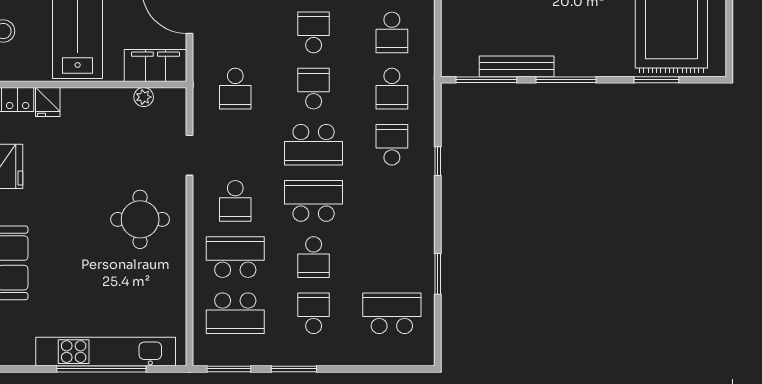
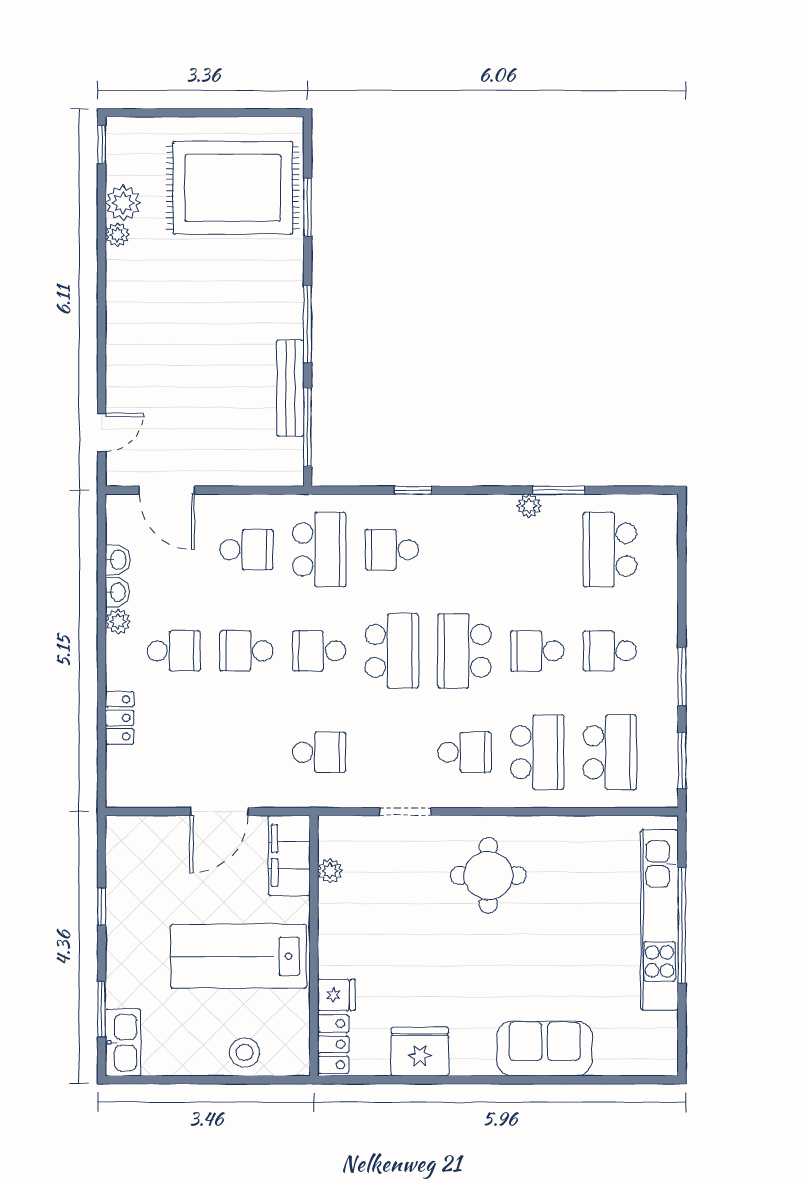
school desk: (392, 89) -> (319, 550), width x1.85
plant: (426, 251) -> (529, 506), added
school desk: (235, 257) -> (537, 752), turned 180
school desk: (314, 257) -> (537, 651), turned 180

